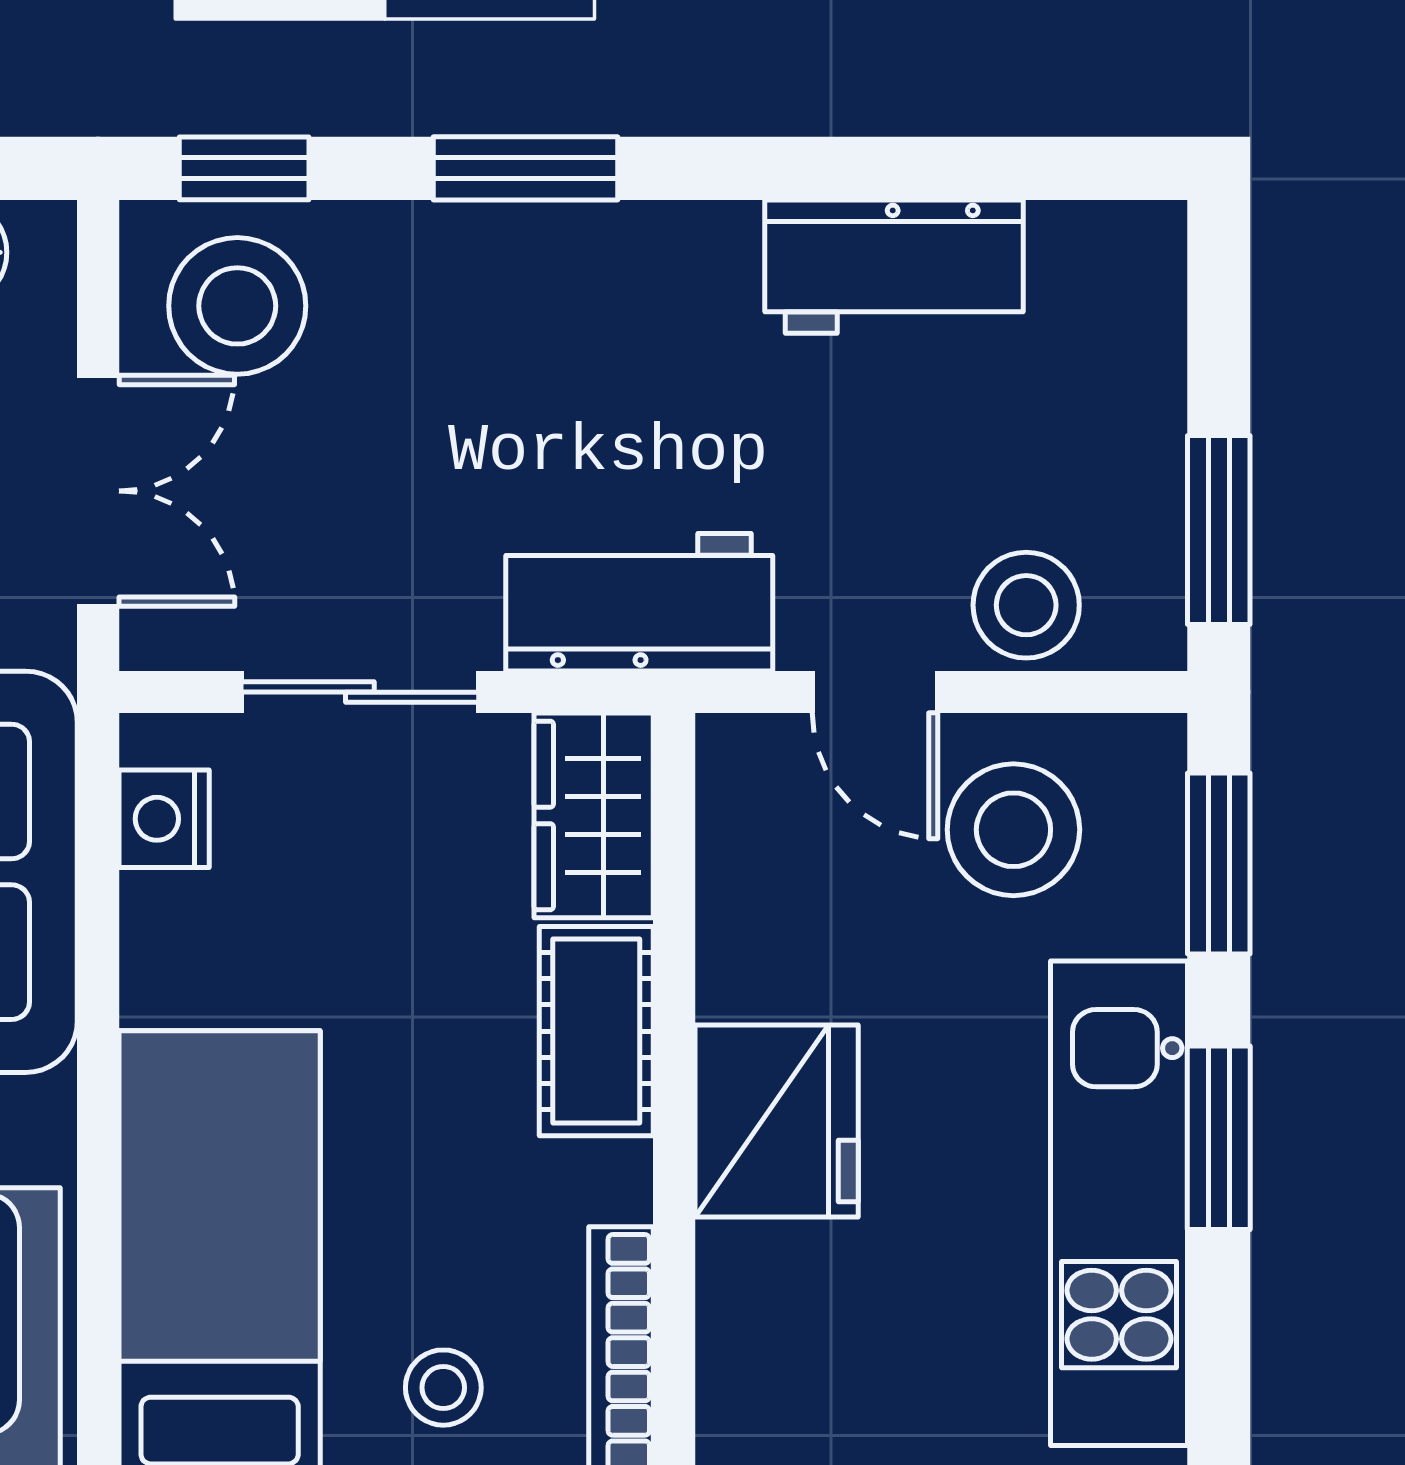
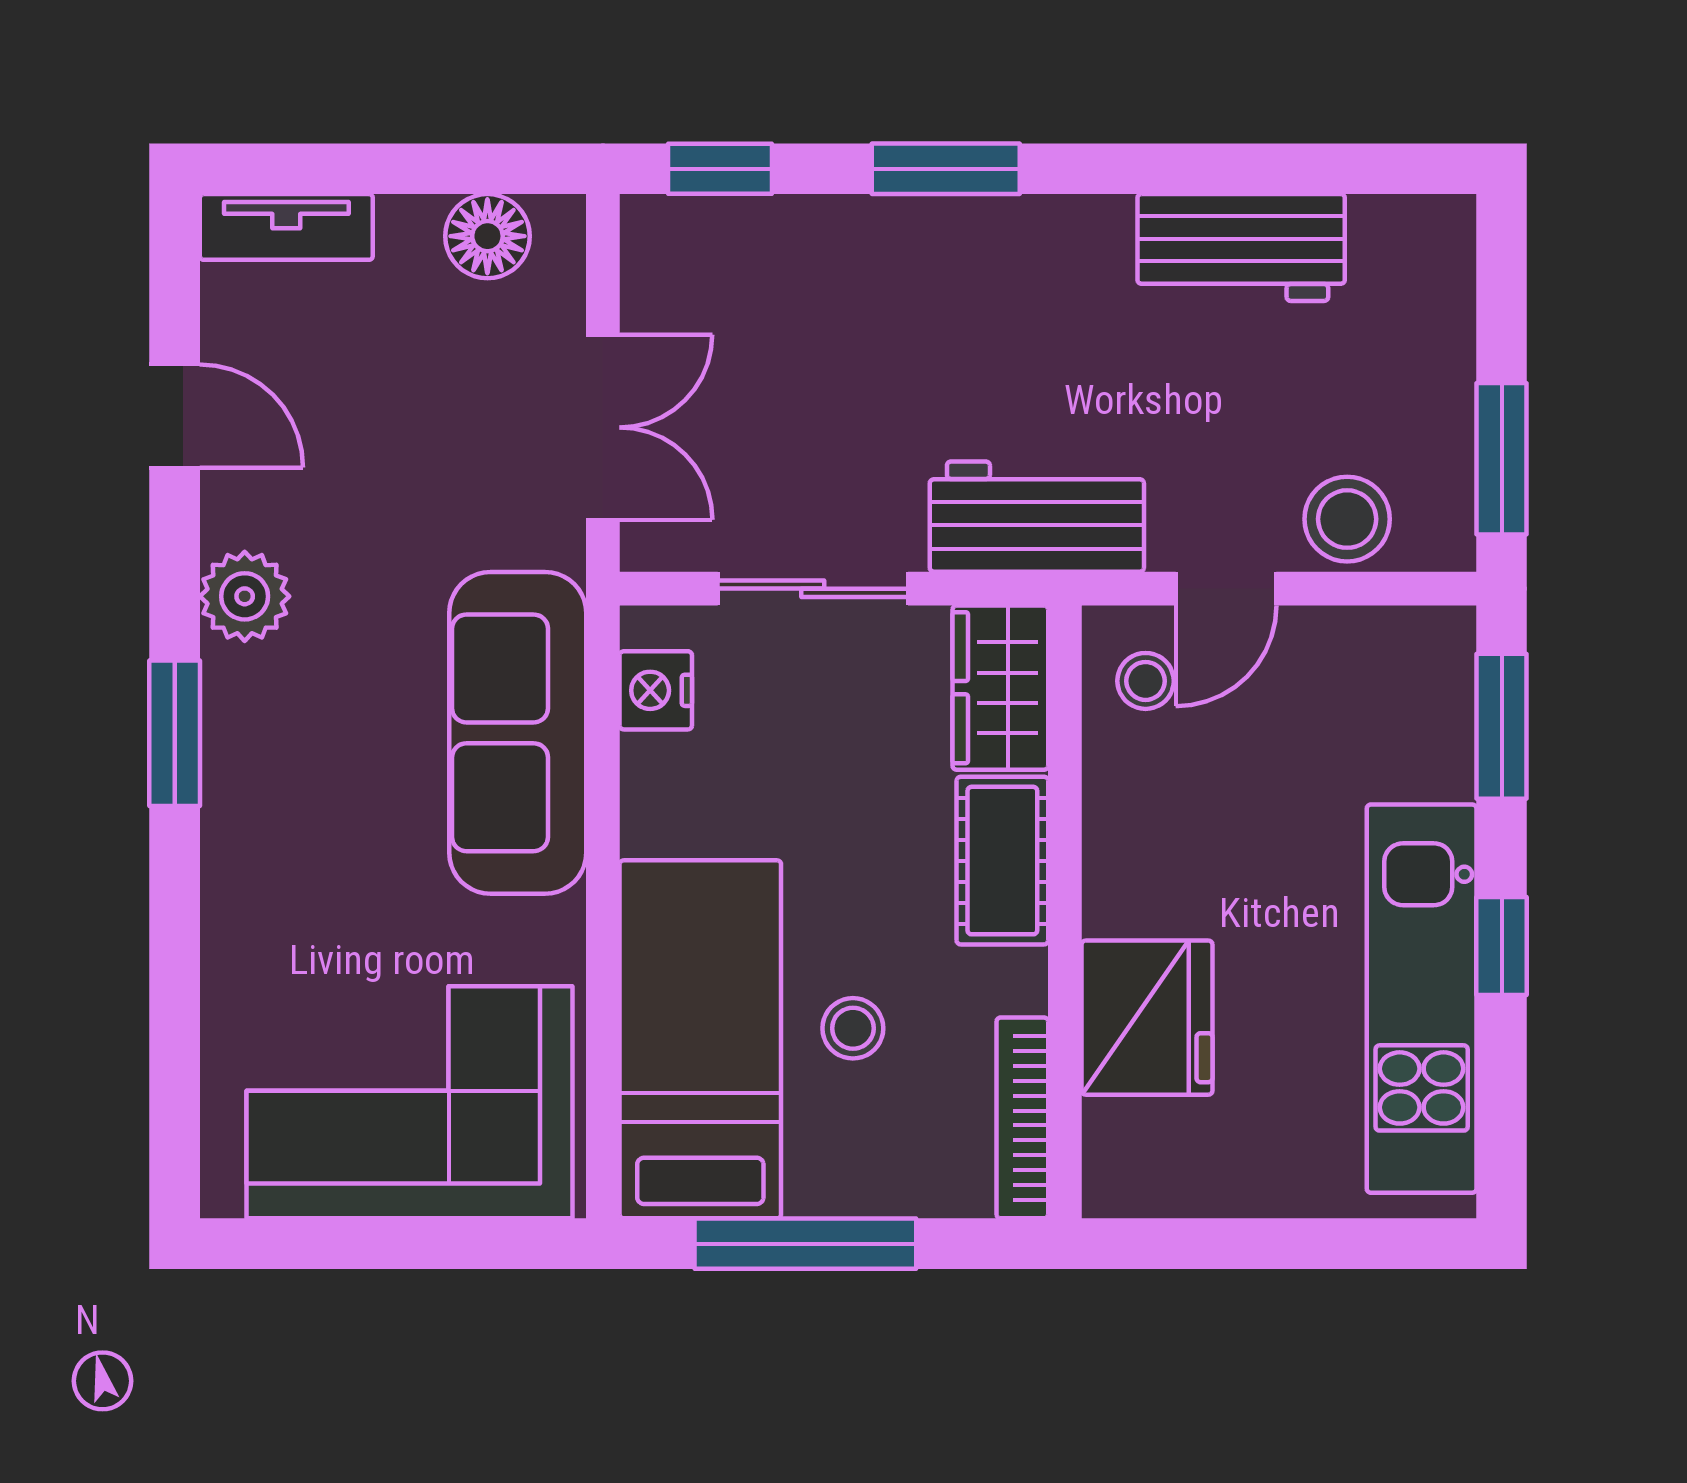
stool: (237, 306) -> (715, 279), removed
door: (875, 692) -> (1226, 589), hinge flipped
stool: (1013, 830) -> (1146, 681), moved, width x0.53, depth x0.53
fridge: (777, 1121) -> (1147, 1018), moved
window: (1219, 1138) -> (1502, 946), width x0.67
stool: (443, 1388) -> (853, 1028), moved

